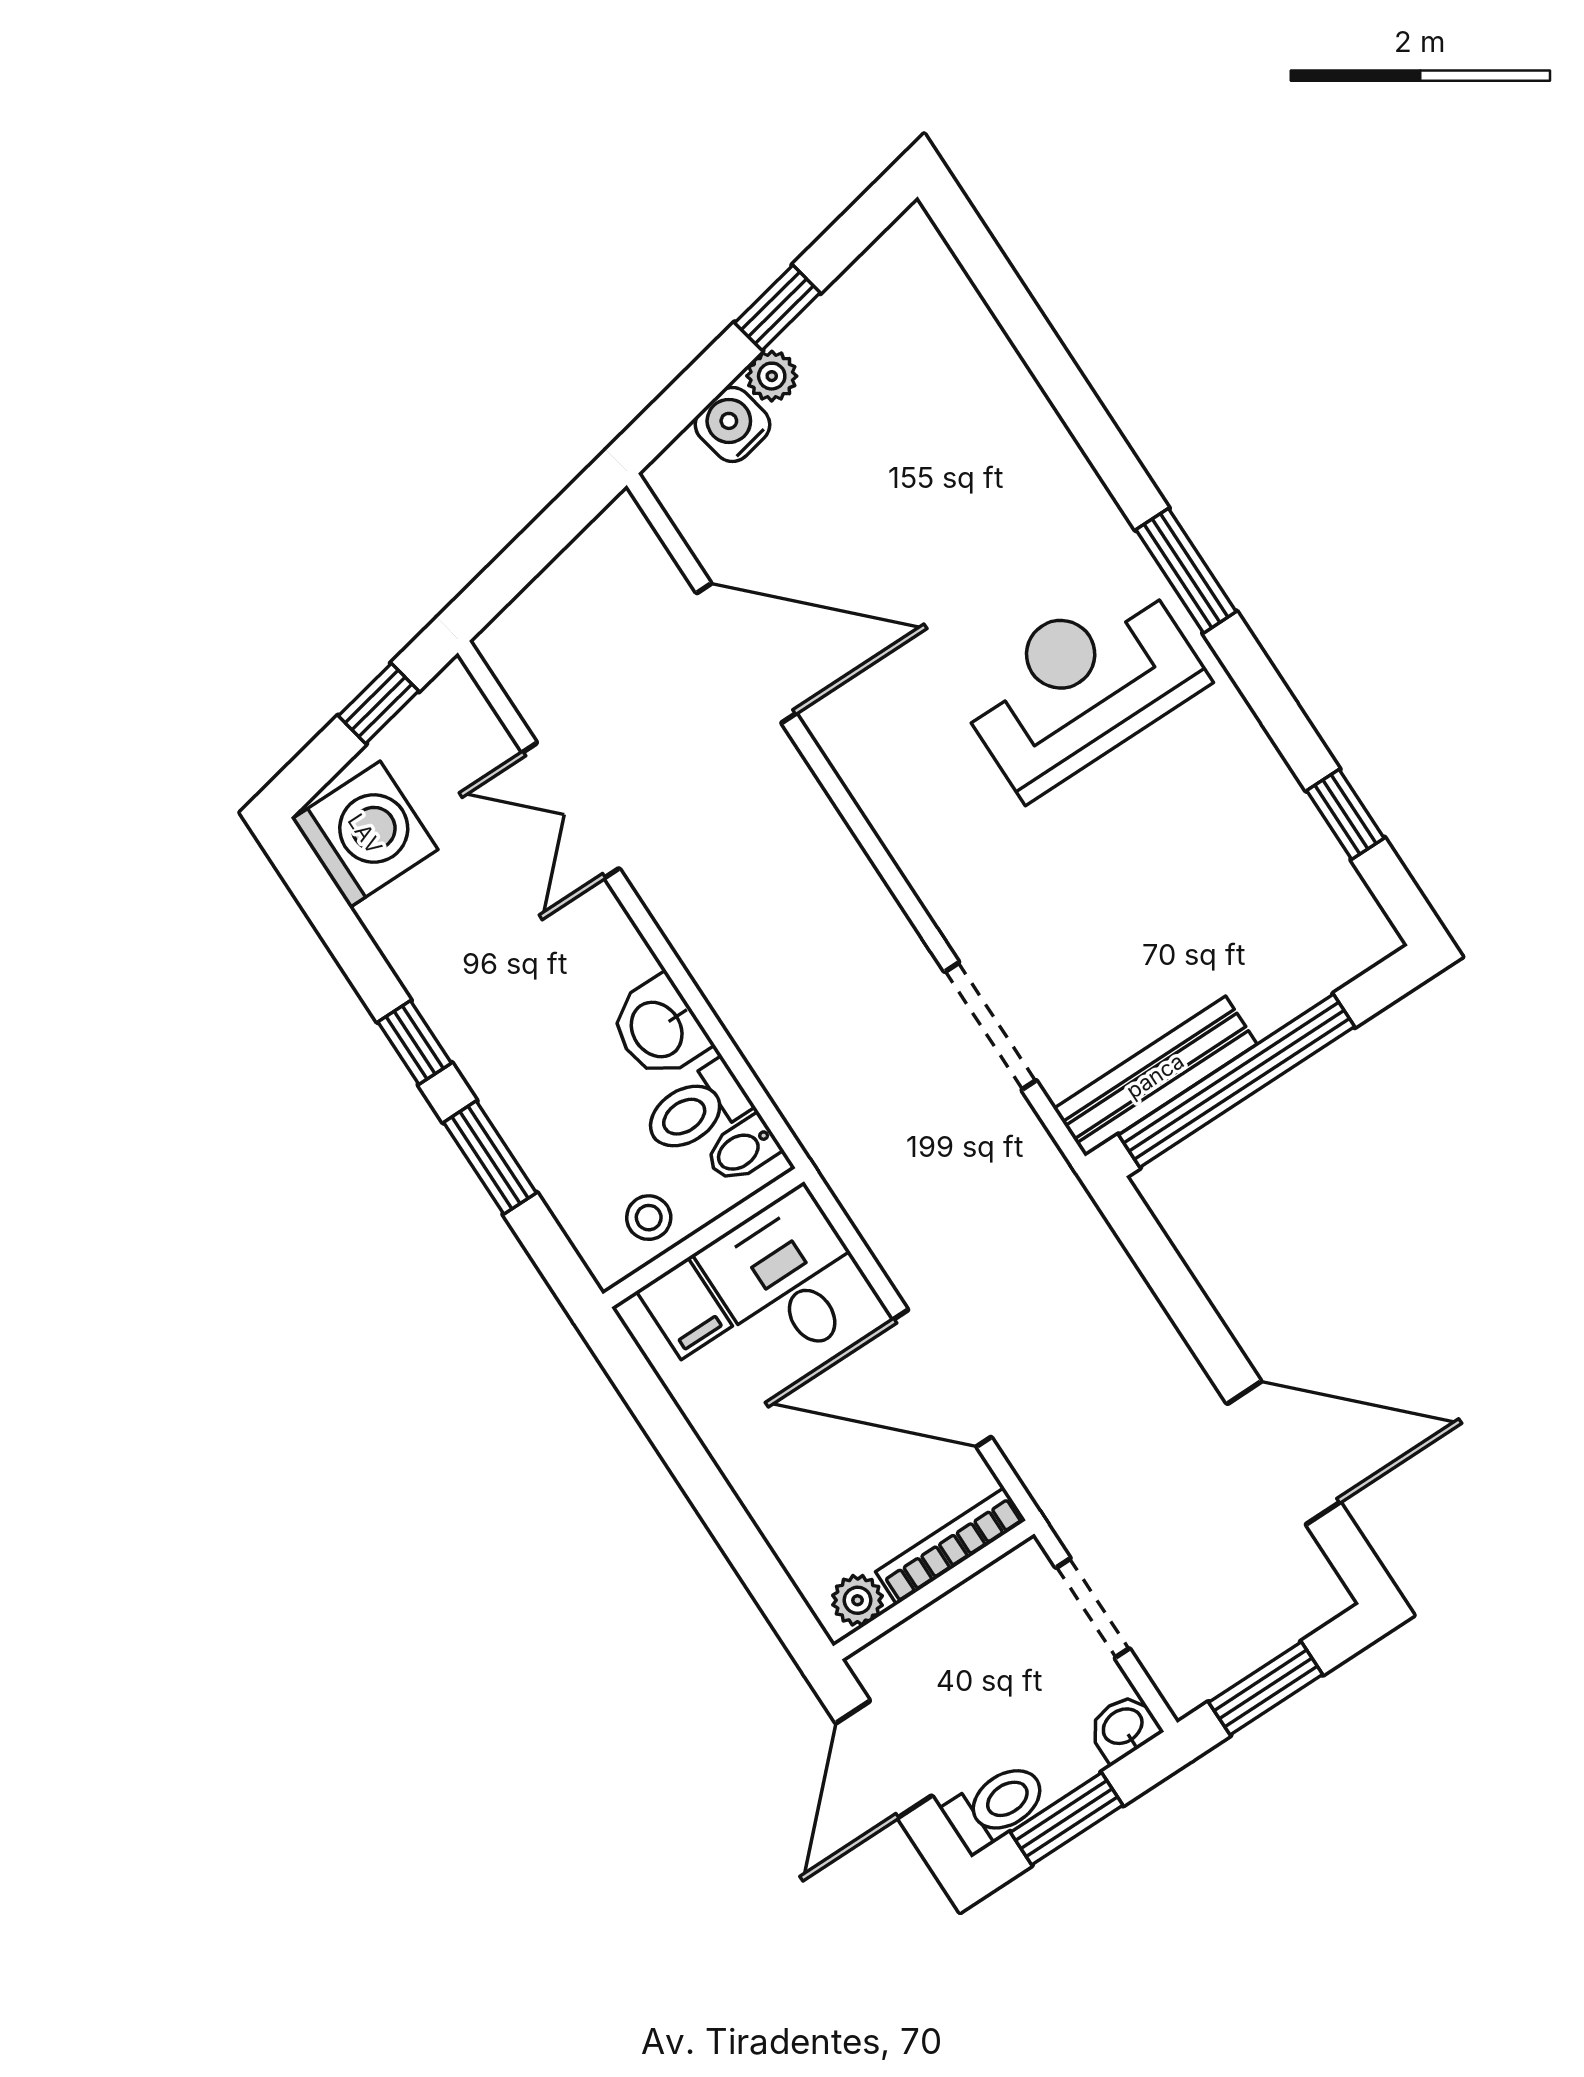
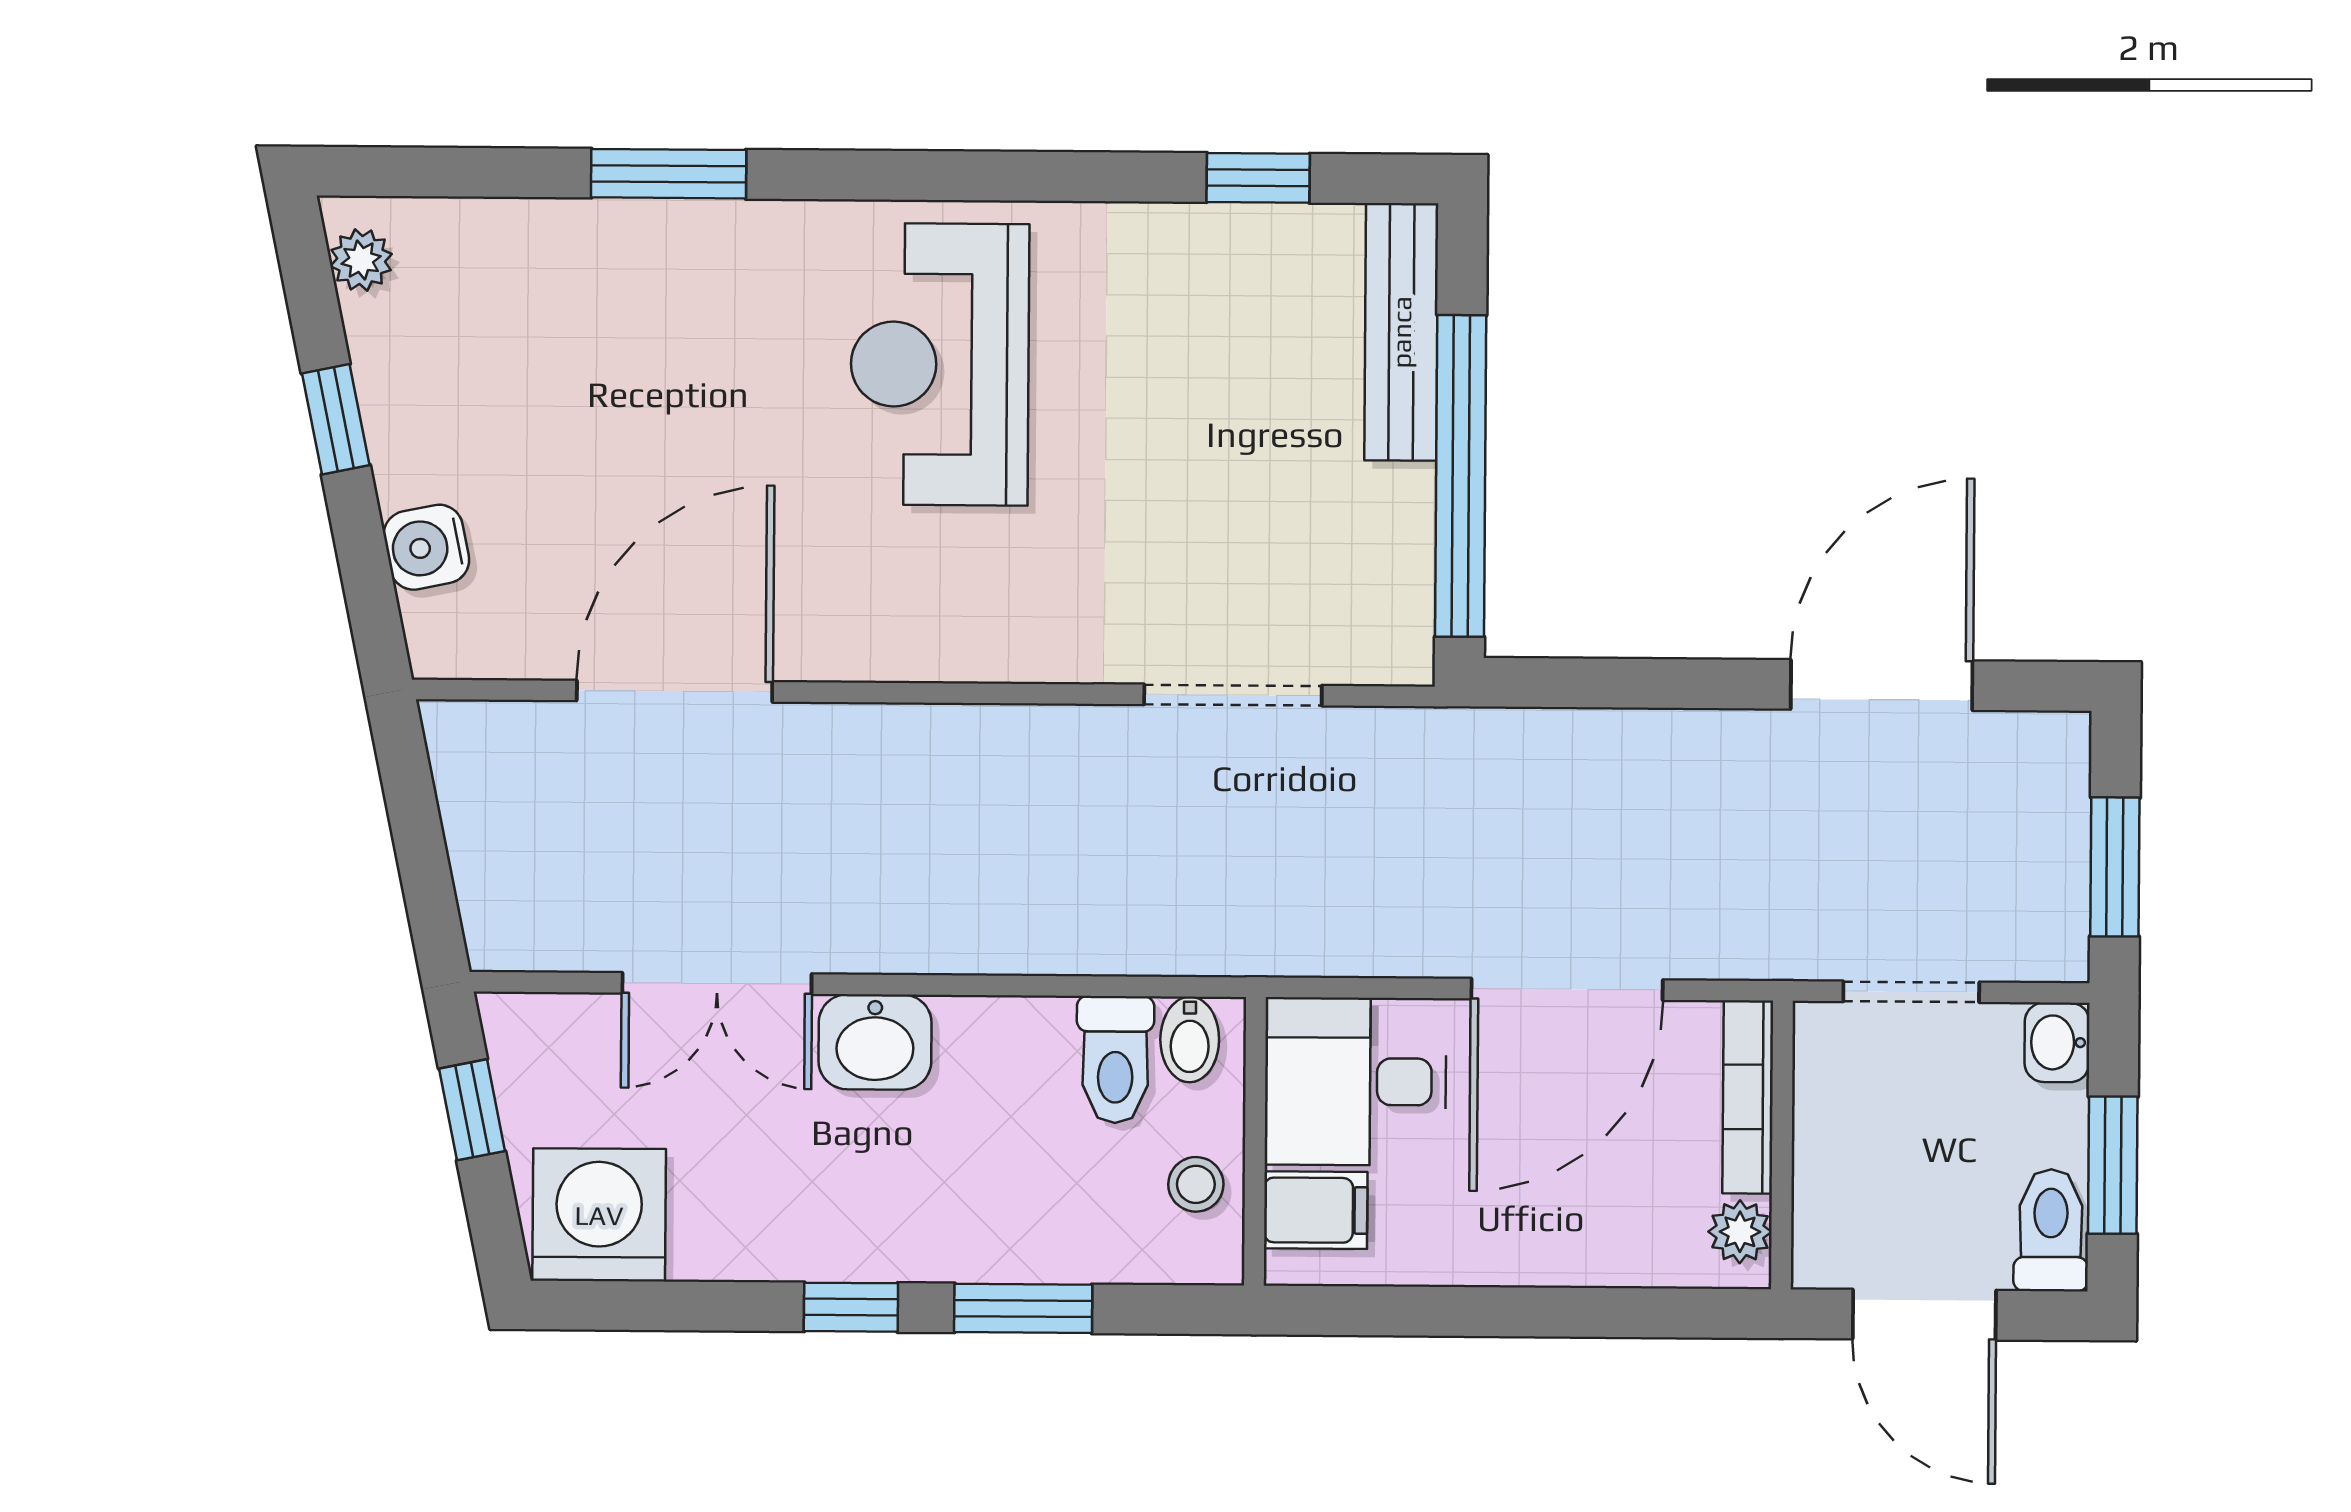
plant: (772, 376) -> (361, 260), moved
window: (1186, 571) -> (669, 174), moved
washbasin: (659, 1028) -> (875, 1042), moved
bench: (1155, 1076) -> (1401, 332), moved

